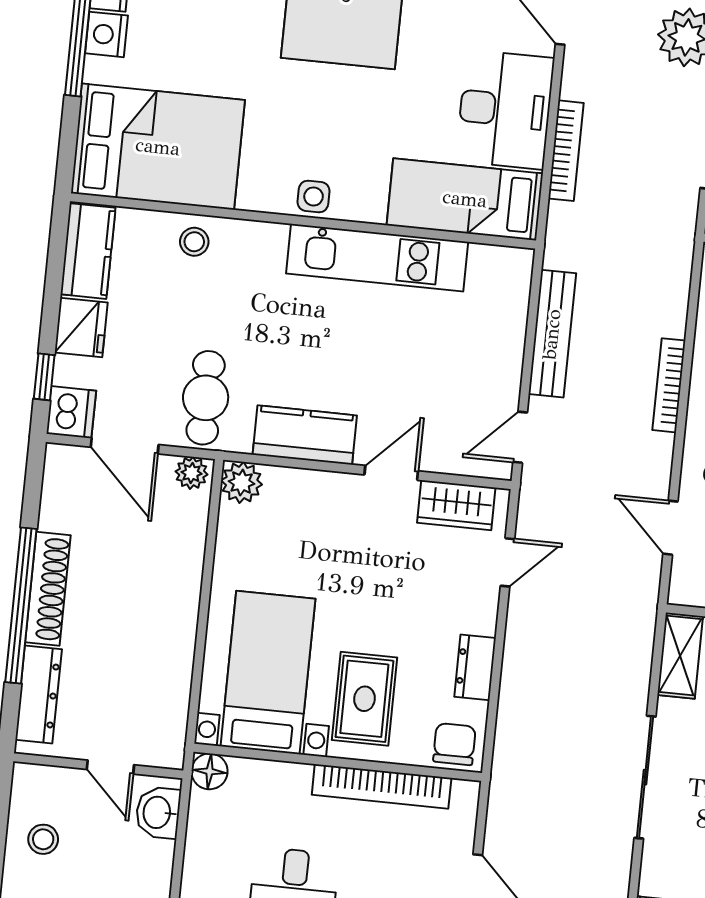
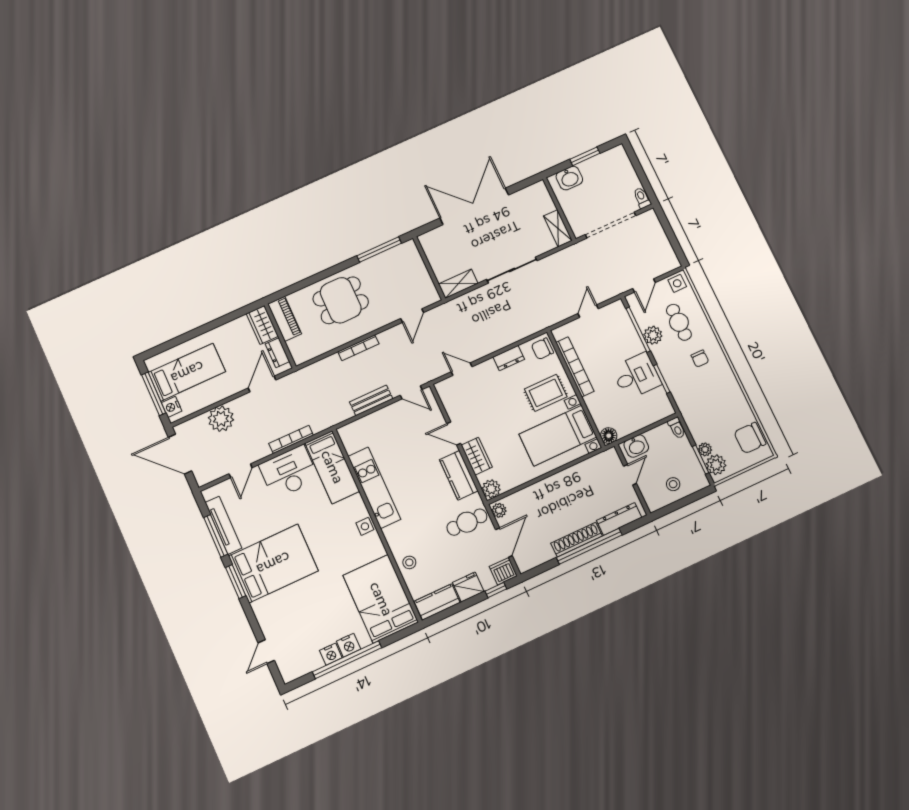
bench: (552, 334) -> (371, 400), width x0.73
wardrobe: (456, 505) -> (477, 456), moved

